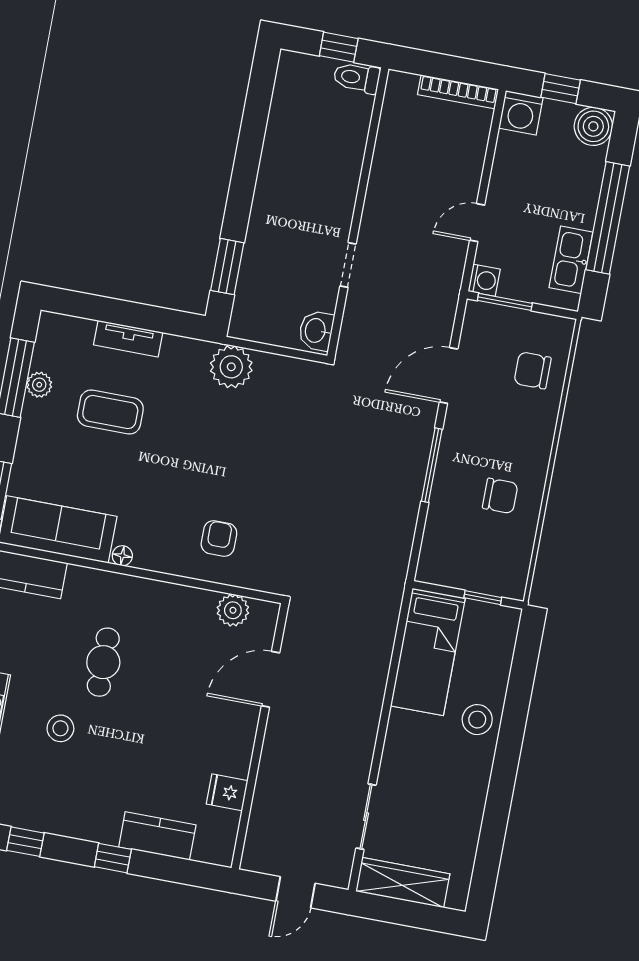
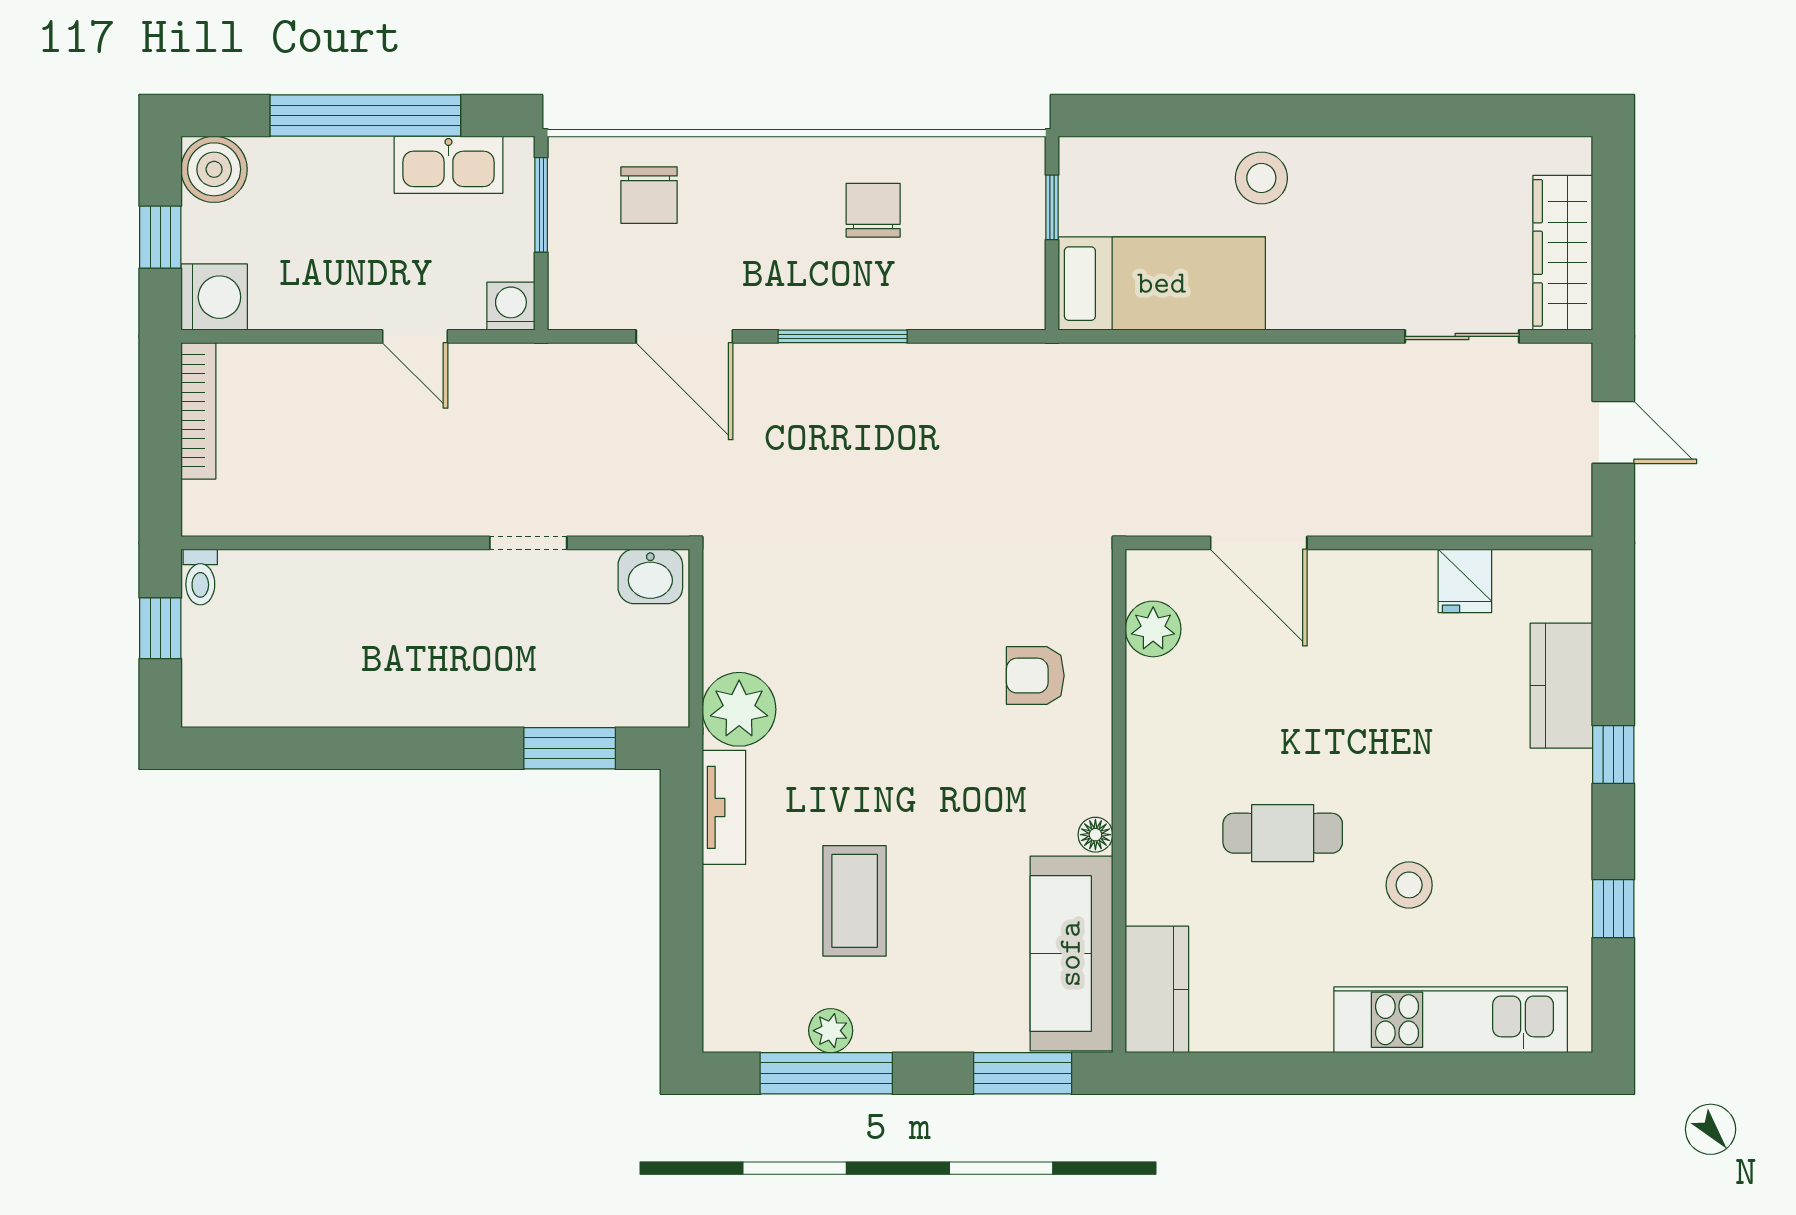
toilet: (357, 78) -> (200, 577), width x0.73, depth x0.72
window: (505, 302) -> (541, 205), moved
tv unit: (128, 339) -> (724, 807), moved

